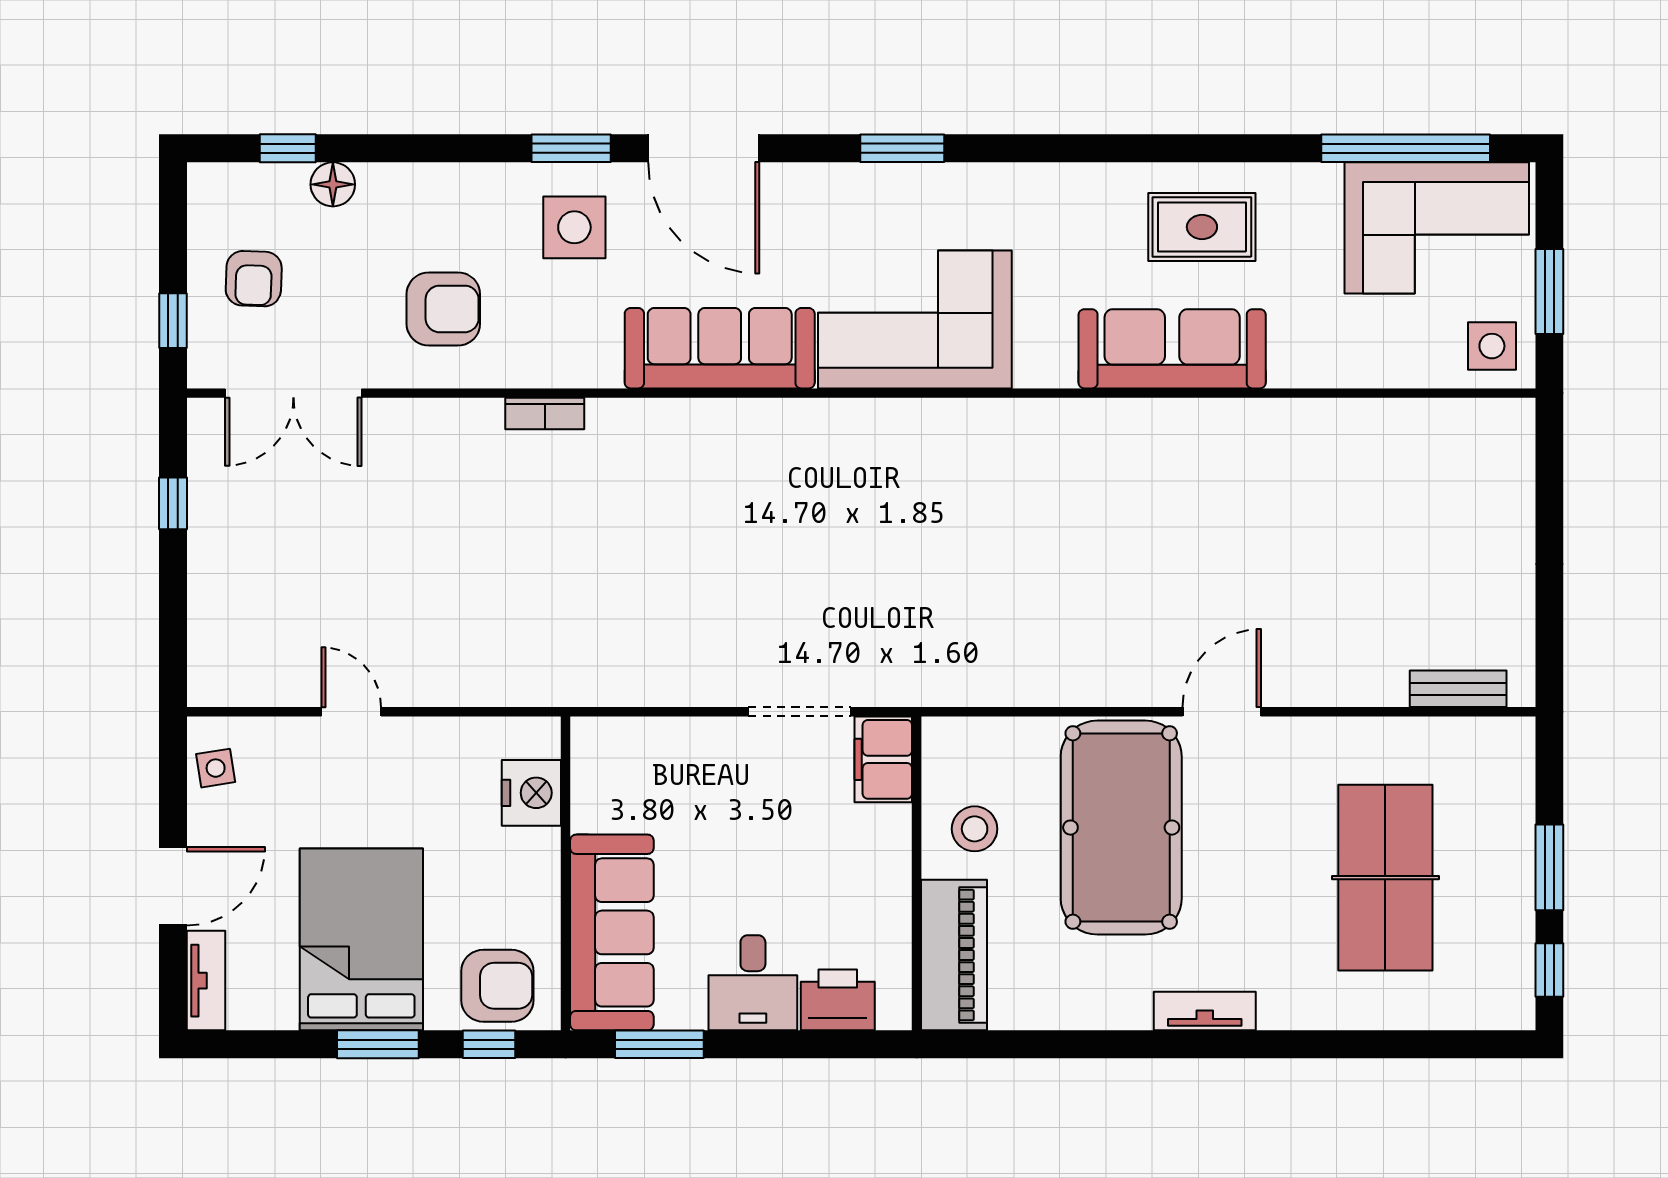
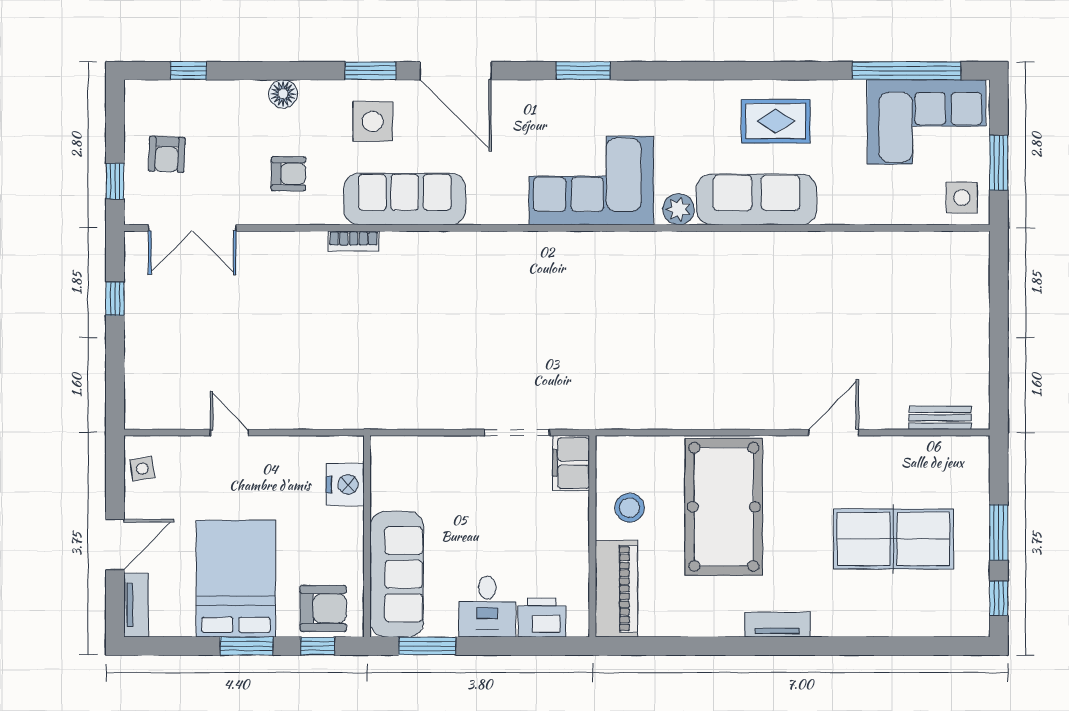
floor lamp: (333, 184) -> (283, 94), moved
armchair: (443, 309) -> (288, 174), width x0.72, depth x0.72
sofa: (720, 348) -> (405, 199), moved
plant: (1051, 364) -> (678, 209), added
door: (1222, 712) -> (834, 433), moved
table tennis table: (1385, 878) -> (893, 539), turned 90

